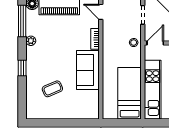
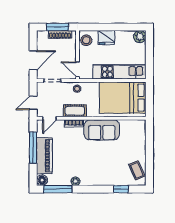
cot: (109, 40) -> (75, 111), added
window: (22, 68) -> (121, 189), moved
coffee table: (52, 89) -> (137, 170), moved
bed: (130, 93) -> (123, 98), width x1.50

